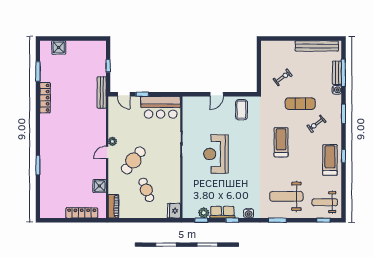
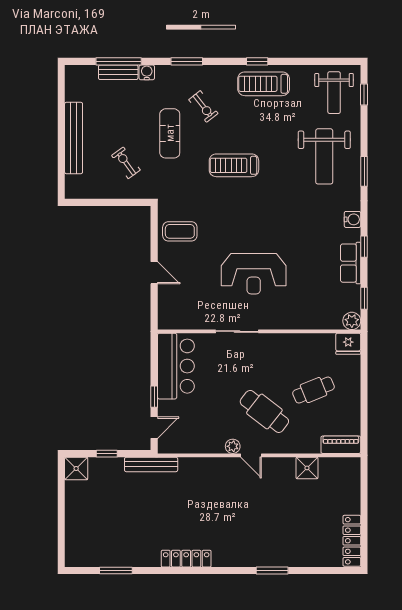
bench: (317, 46) -> (74, 138), moved
shower: (59, 47) -> (76, 468), moved
locker: (45, 98) -> (186, 559), moved
locker: (82, 213) -> (352, 541), moved
plant: (204, 213) -> (352, 321), moved

